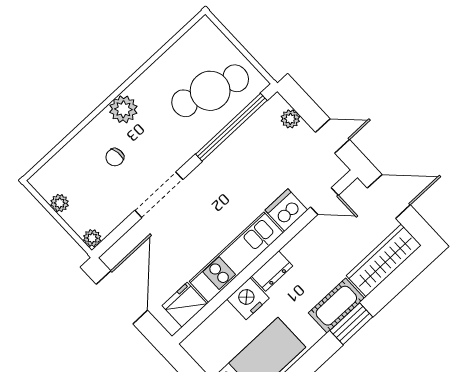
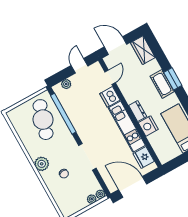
door: (389, 196) -> (115, 46), hinge flipped
plant: (60, 203) -> (92, 199), moved
wardrobe: (384, 260) -> (143, 50), width x0.67

